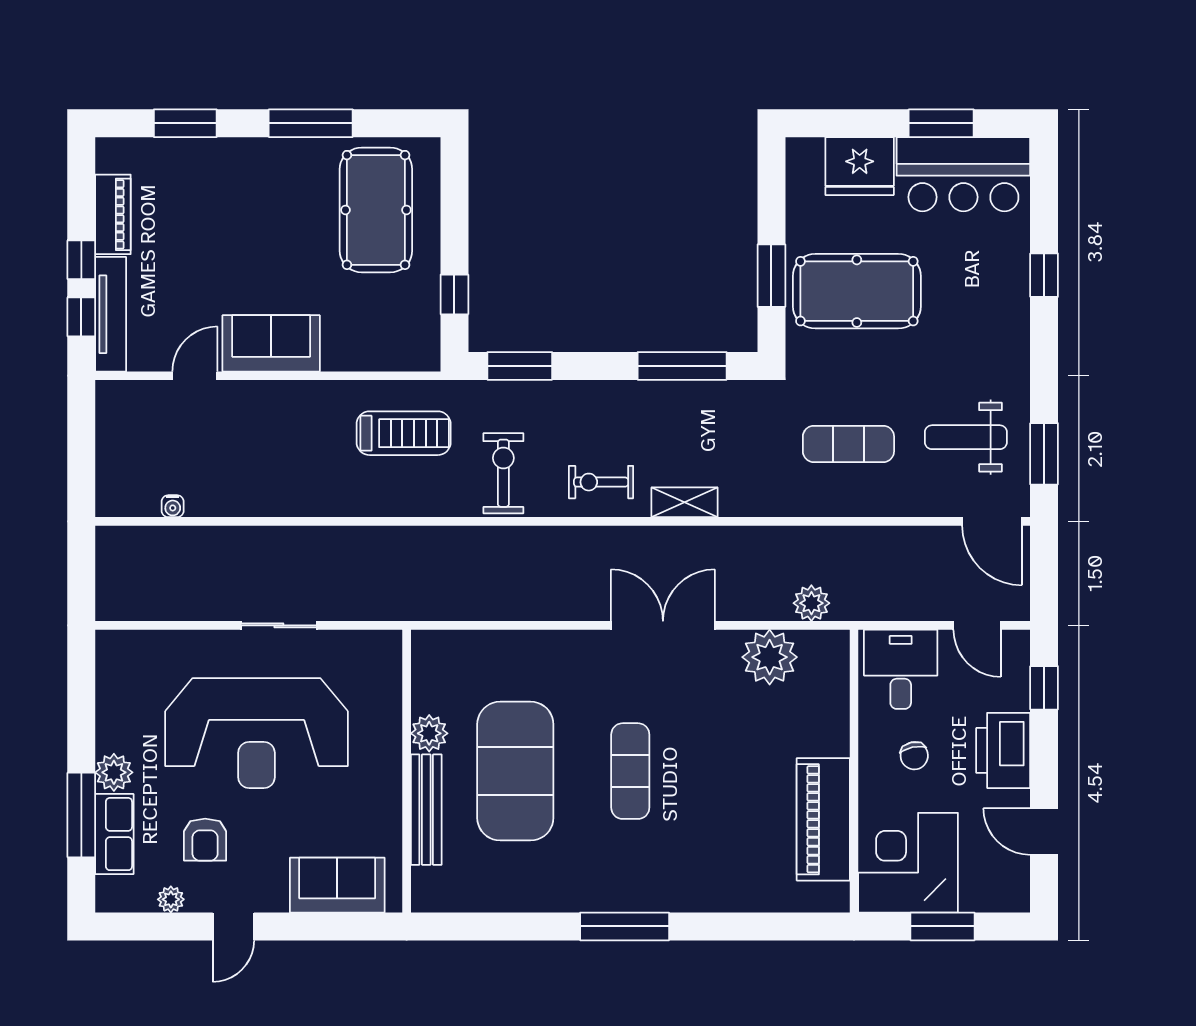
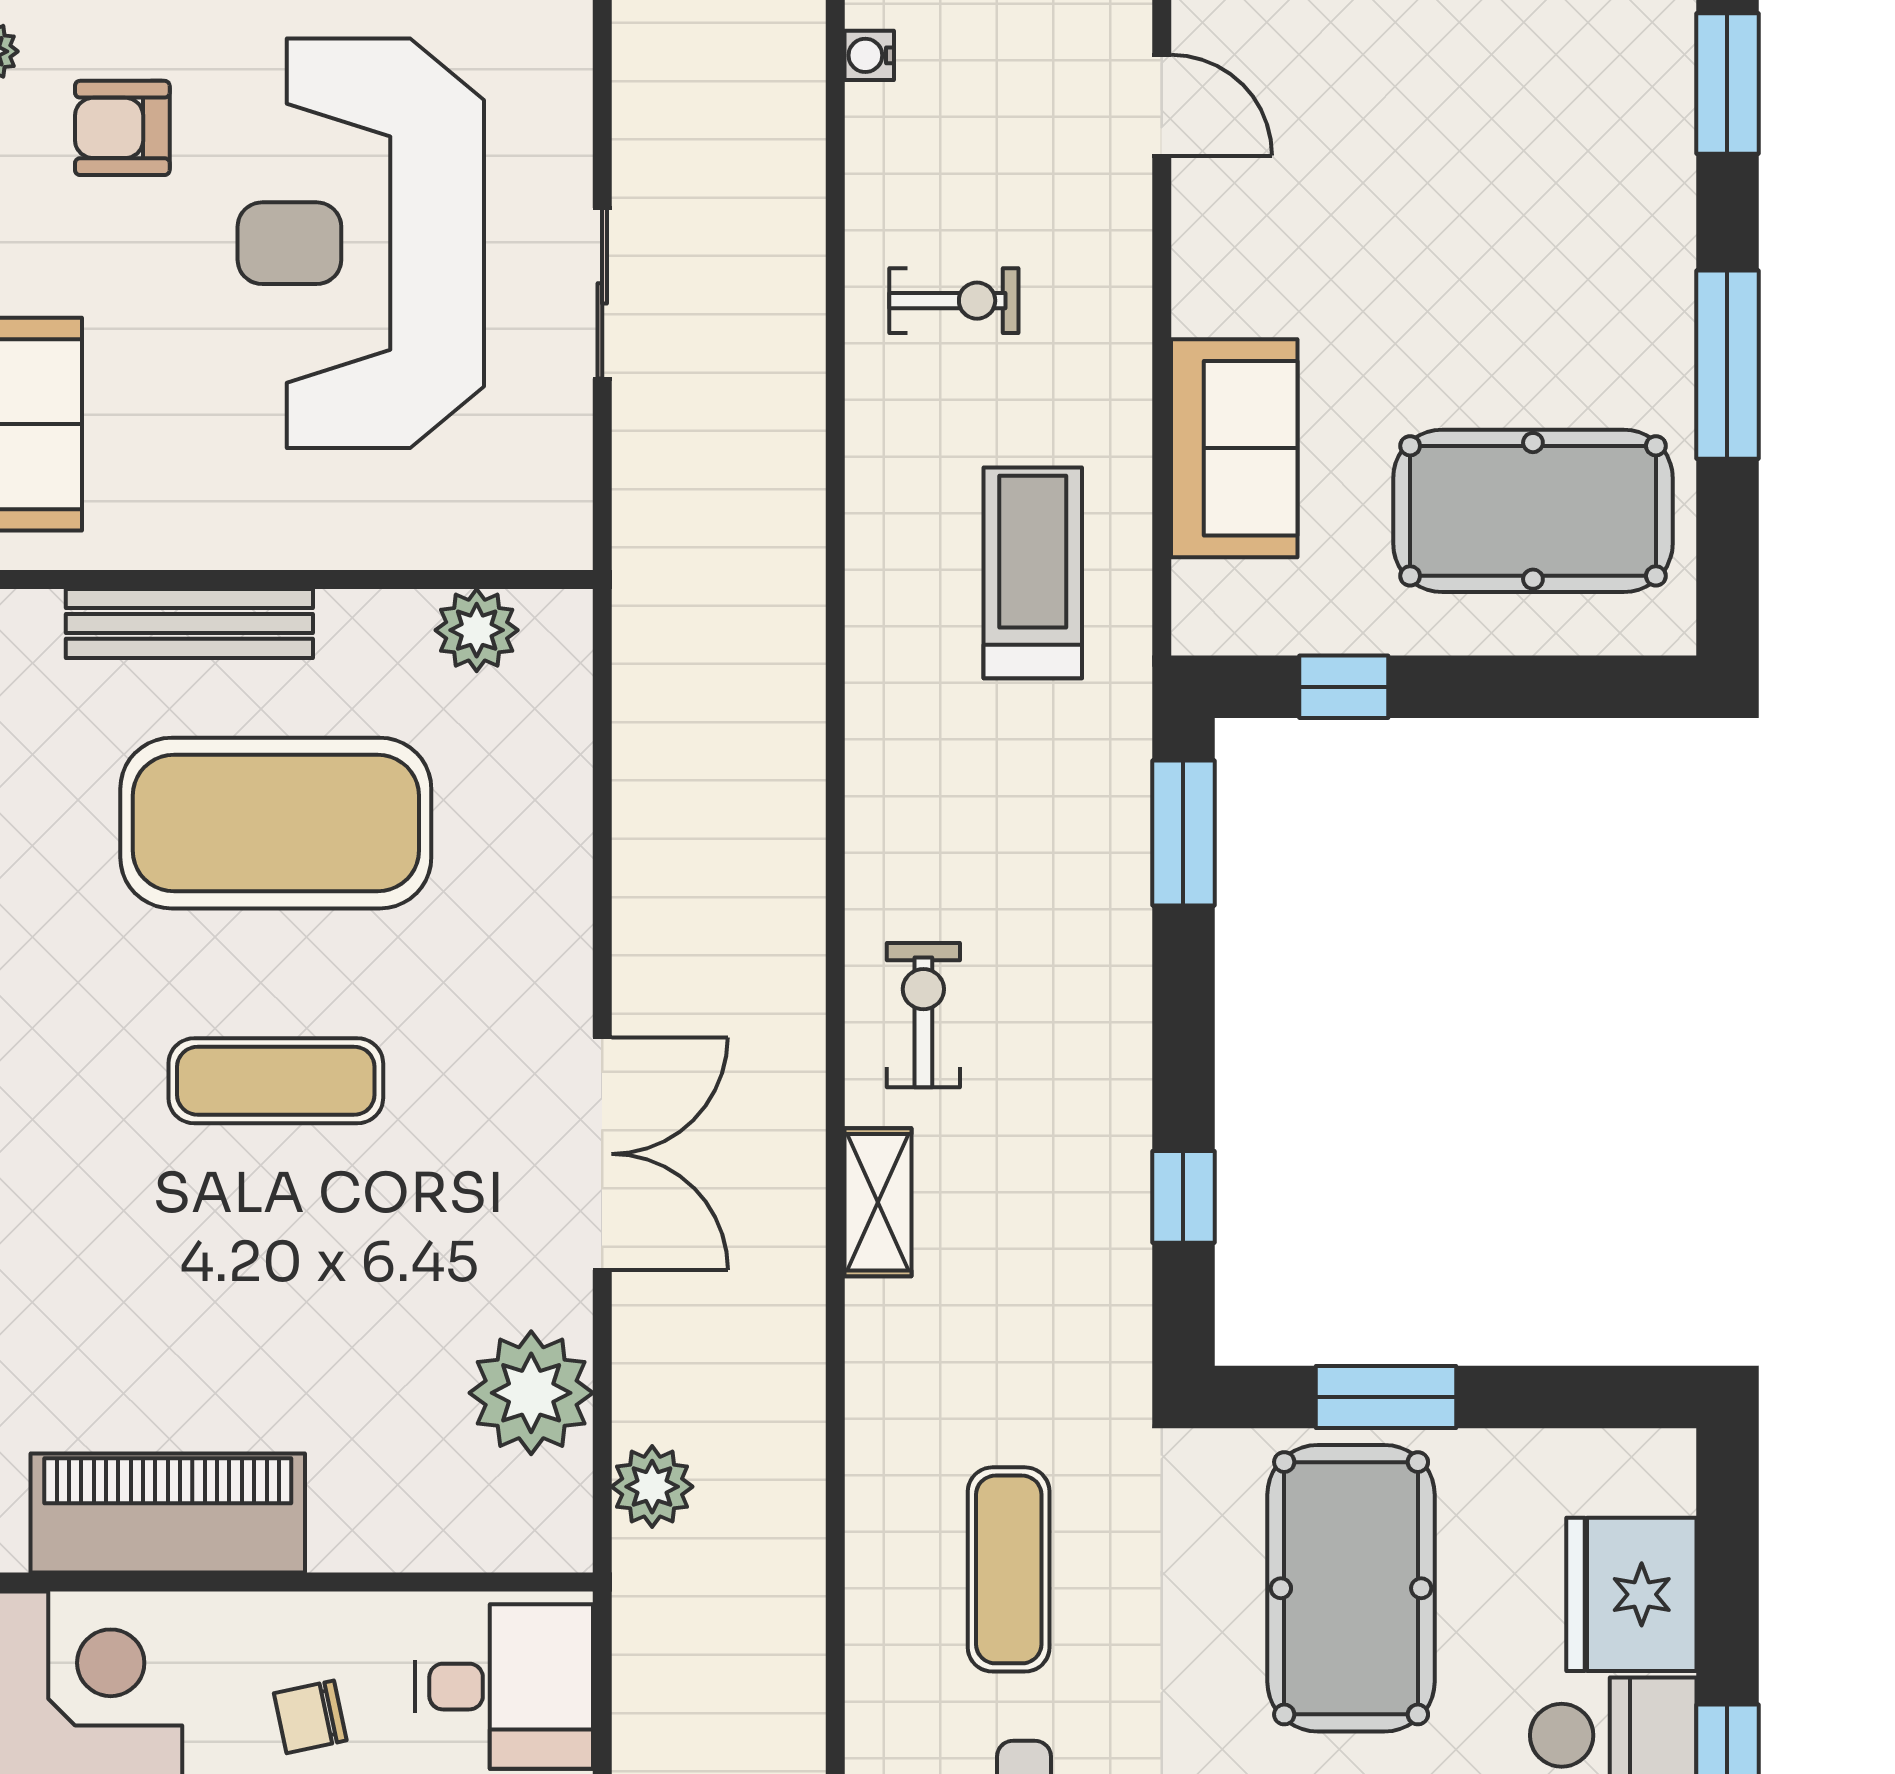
sofa: (271, 343) -> (1234, 448), moved
window: (682, 366) -> (1183, 1197), width x0.46
treadmill: (404, 433) -> (1033, 573), turned 180
exercise bike: (503, 473) -> (954, 301), moved, width x0.73, depth x0.72
plant: (429, 733) -> (477, 630), moved

